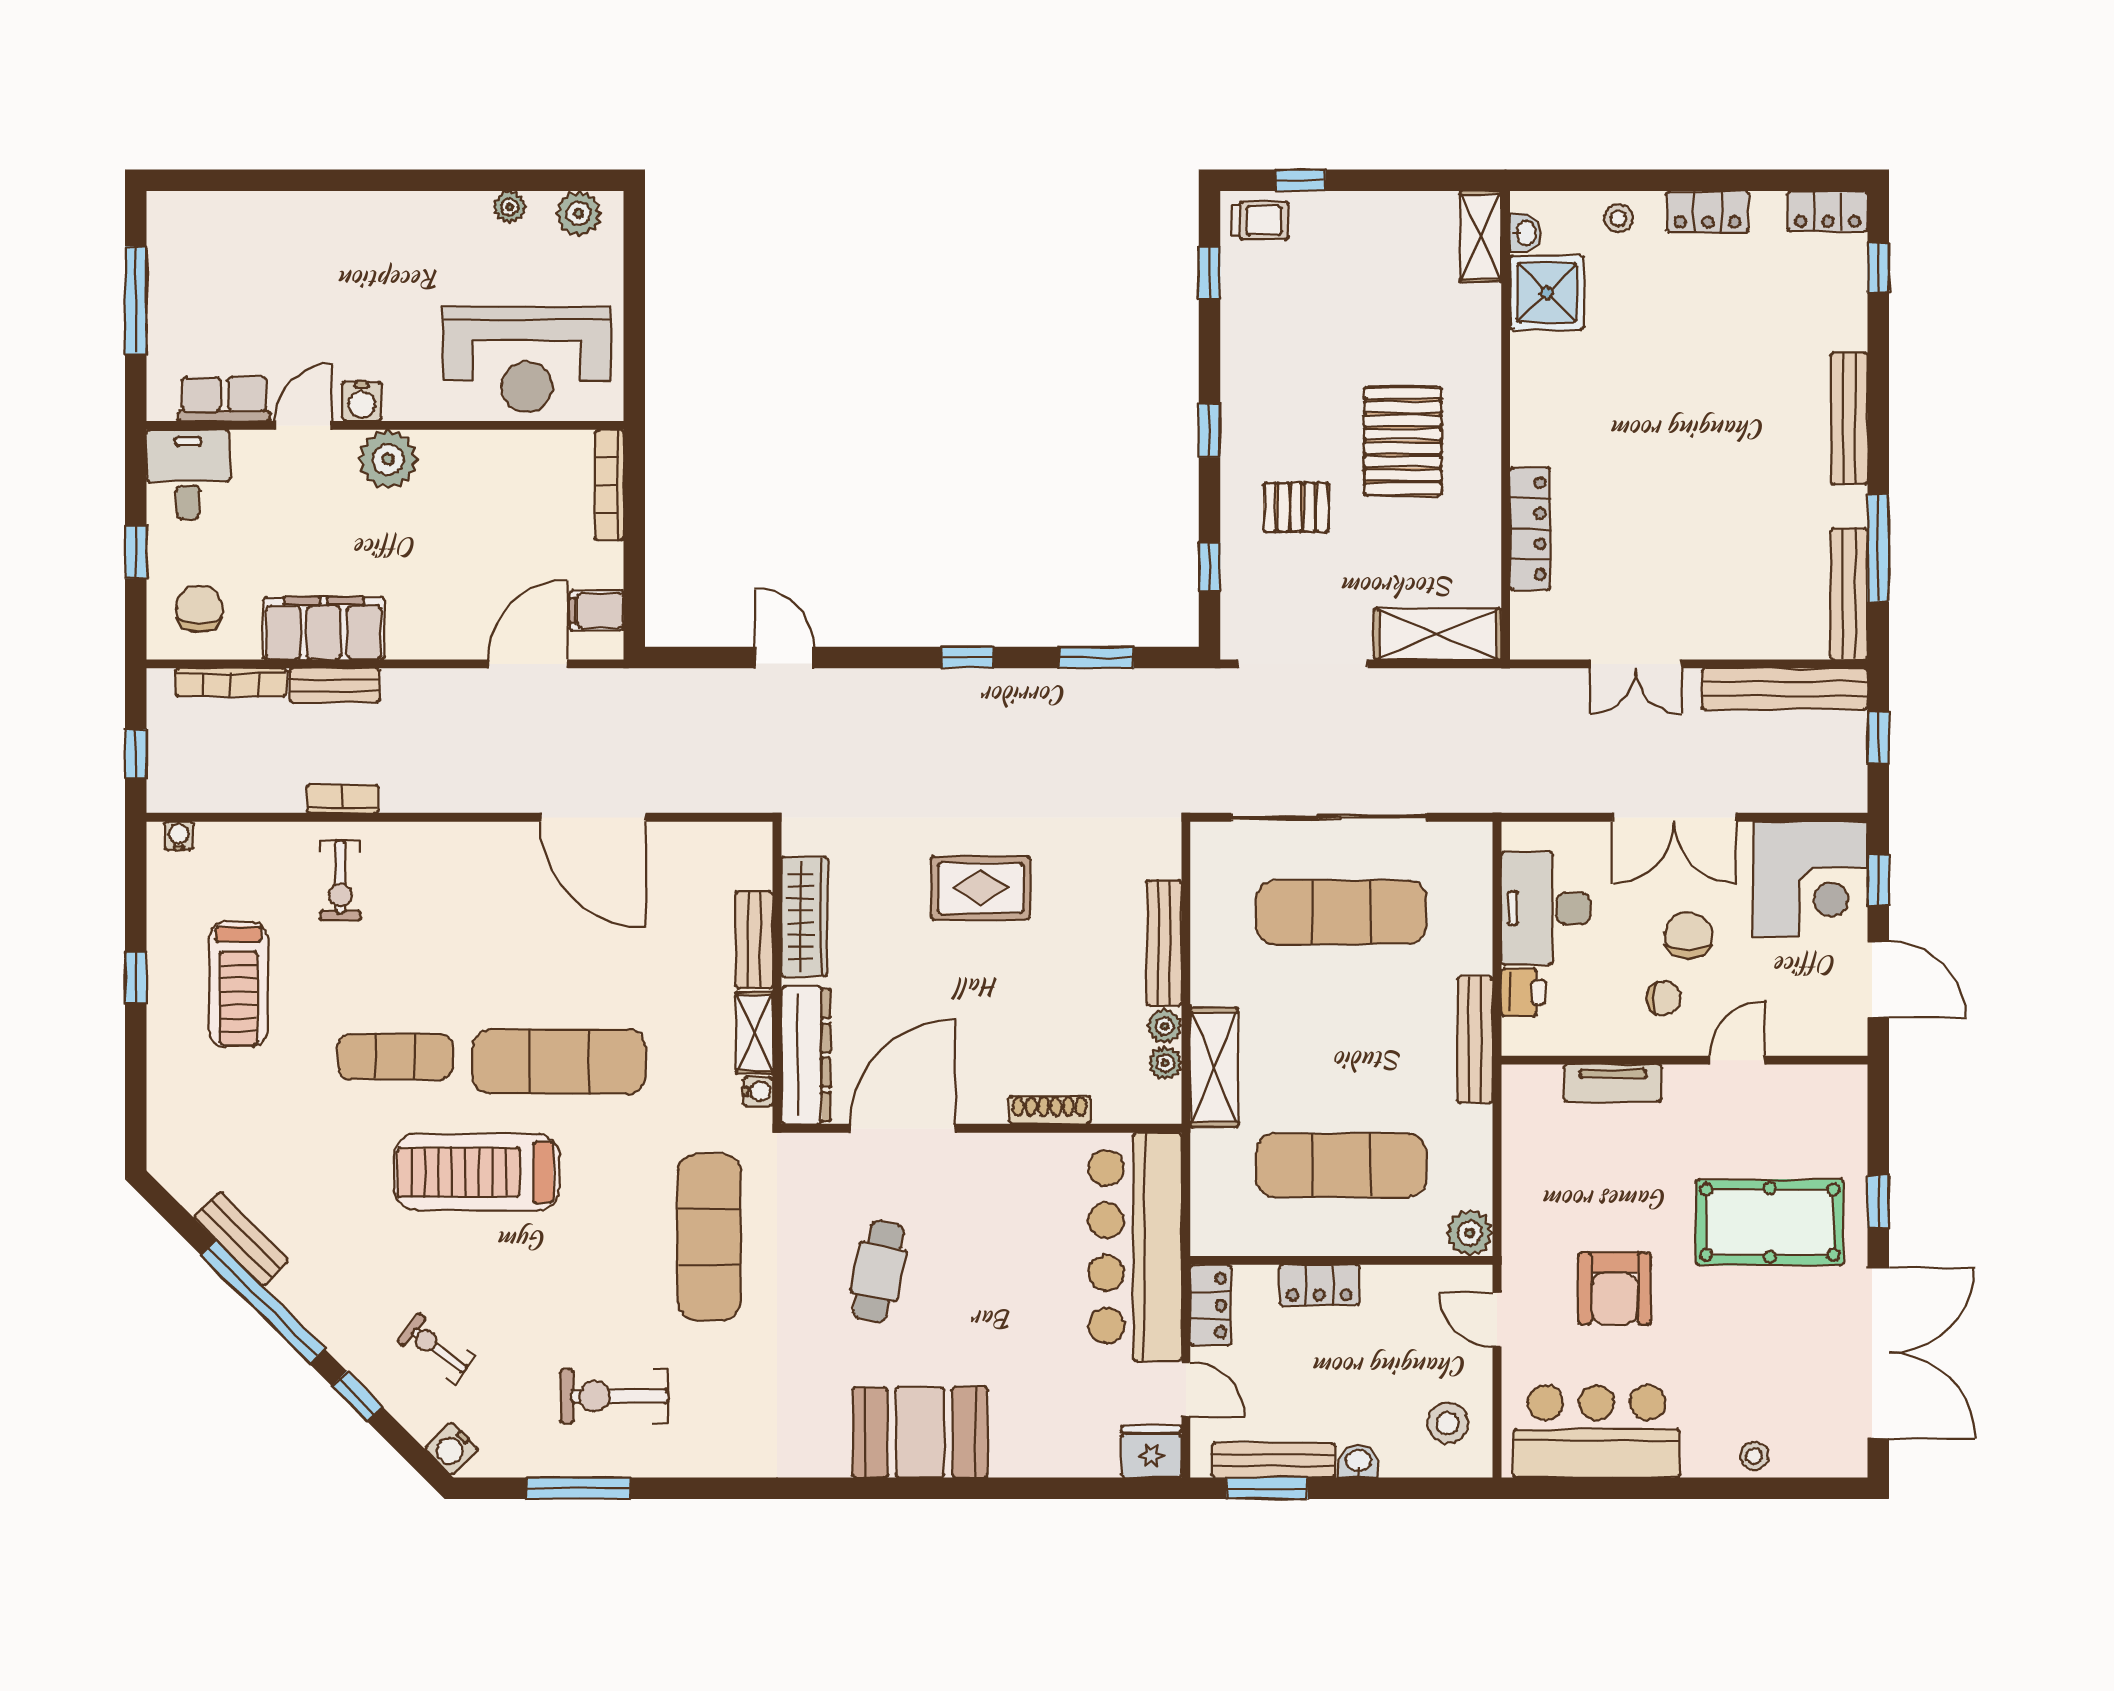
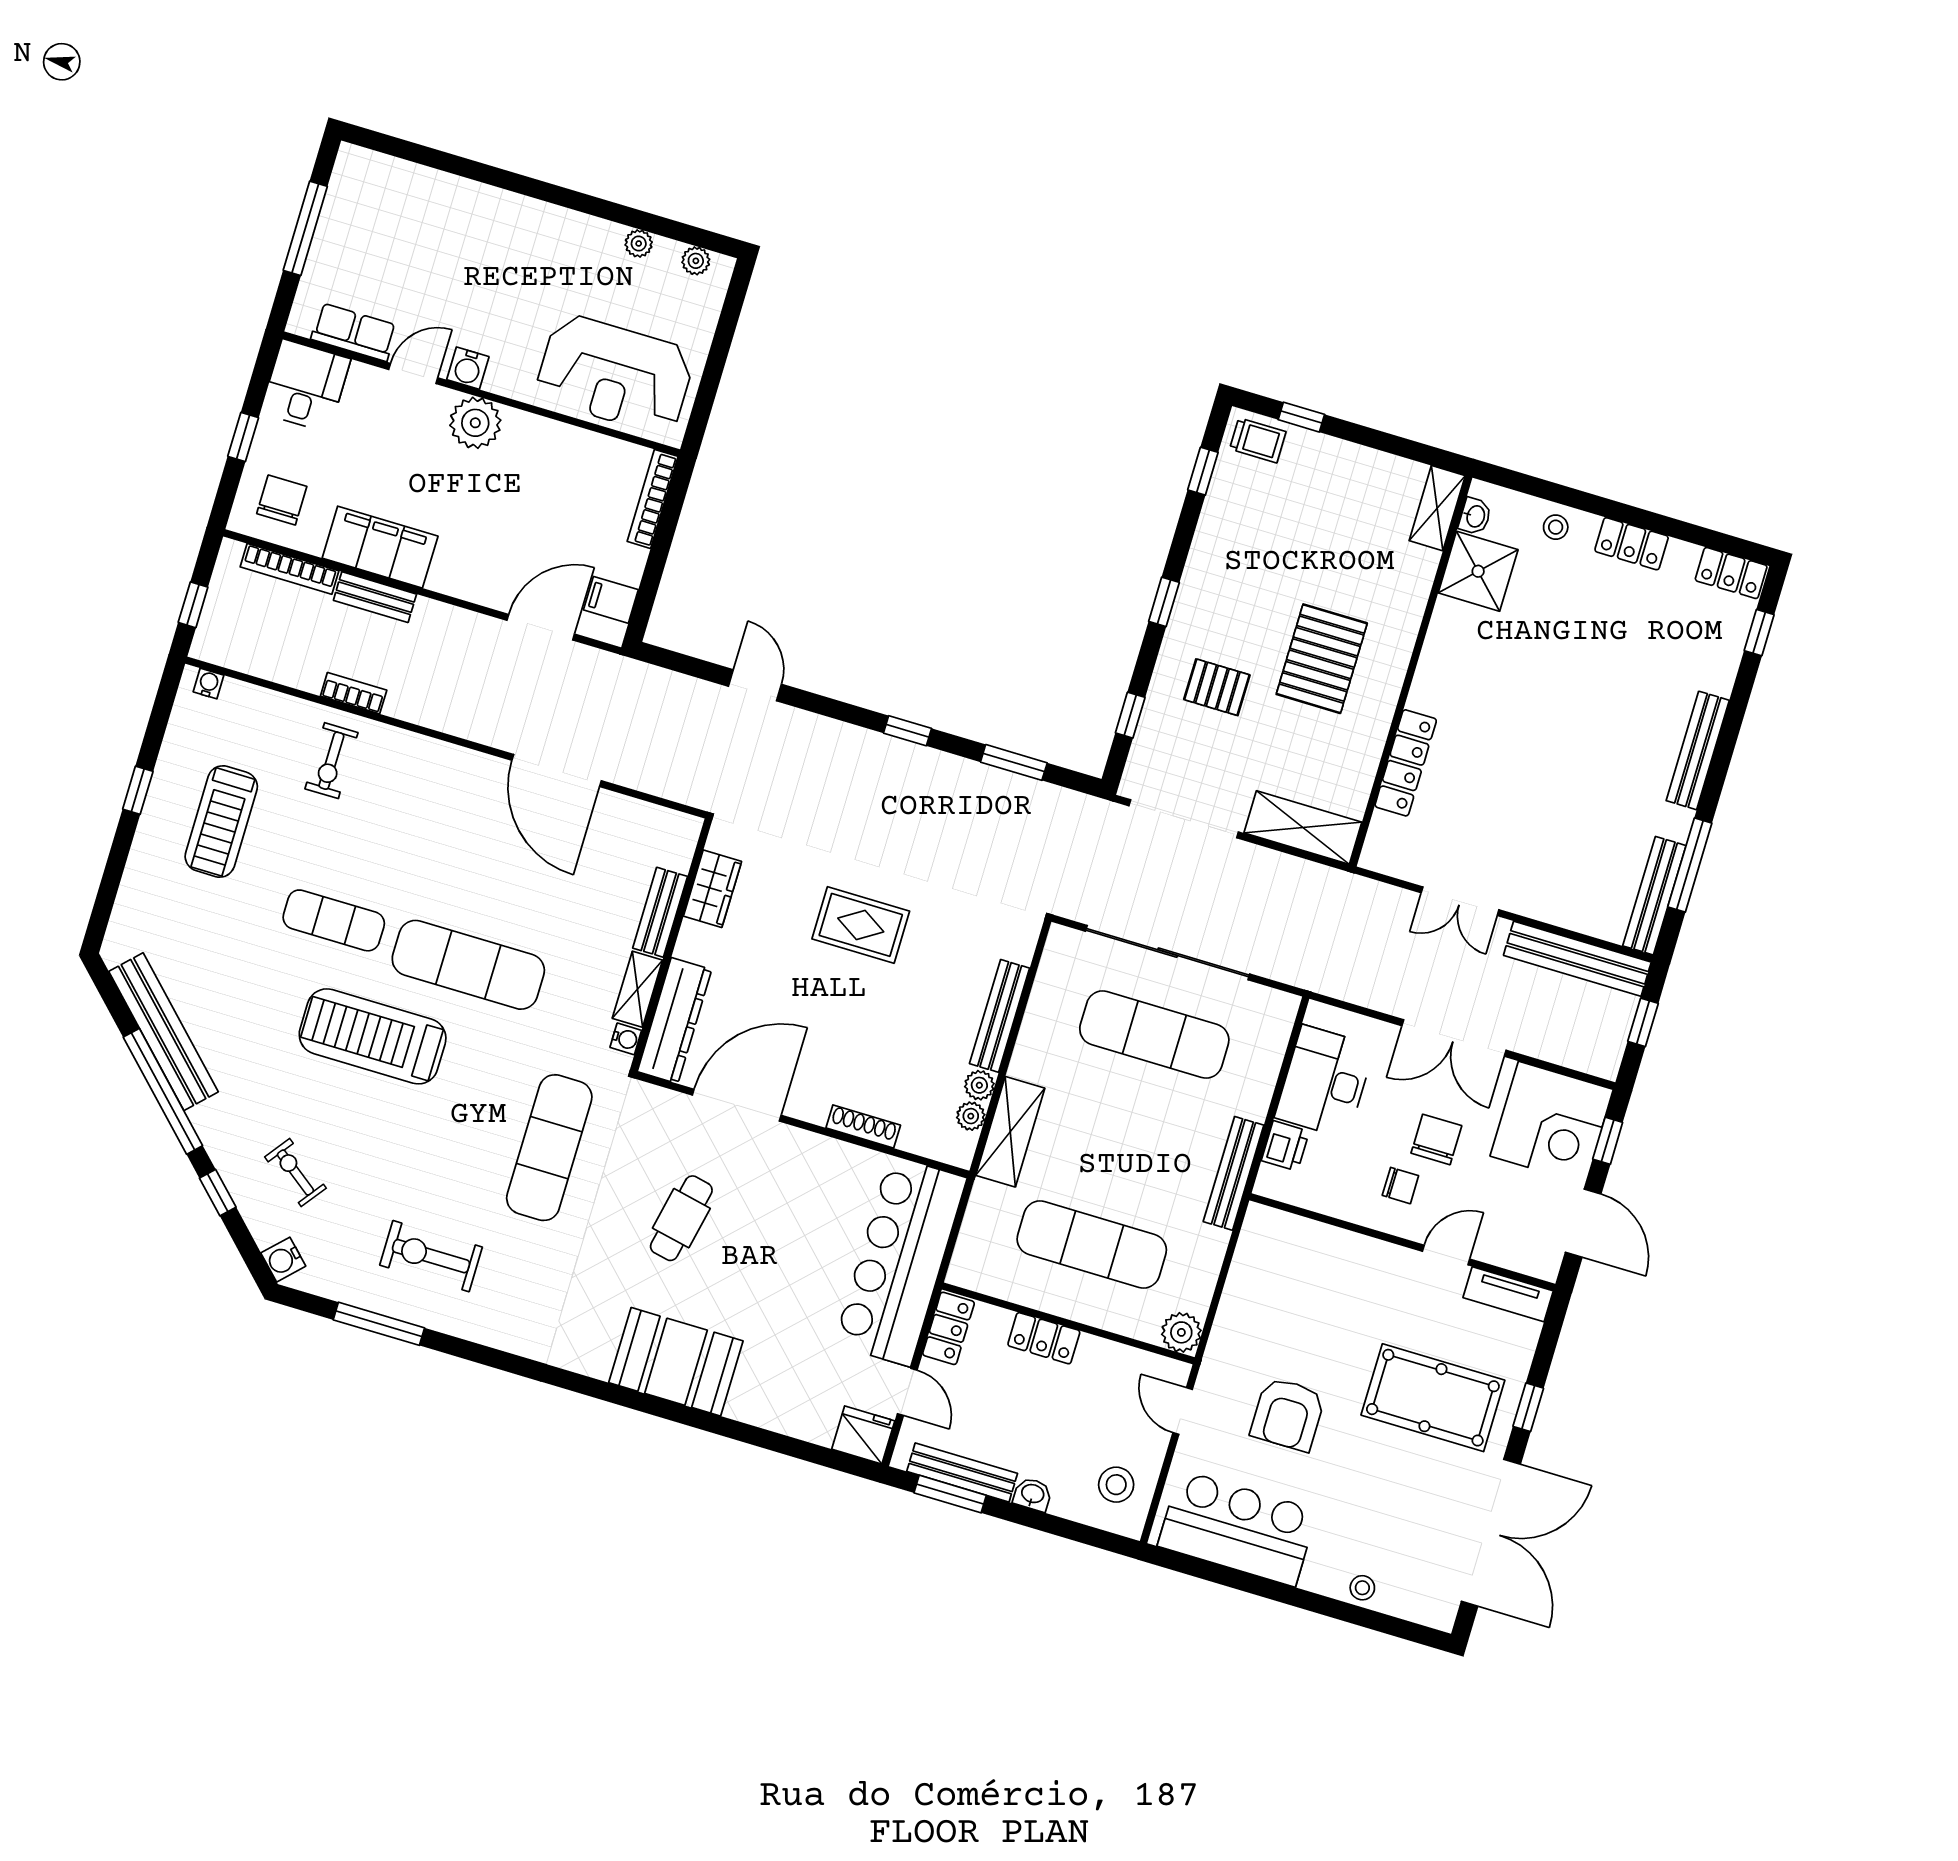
plant: (579, 213) -> (696, 261), width x0.73, depth x0.73
wardrobe: (804, 917) -> (713, 889), width x0.67
tv unit: (1613, 1083) -> (1508, 1294), moved
bench: (241, 1239) -> (164, 1032), width x1.86, depth x1.21

